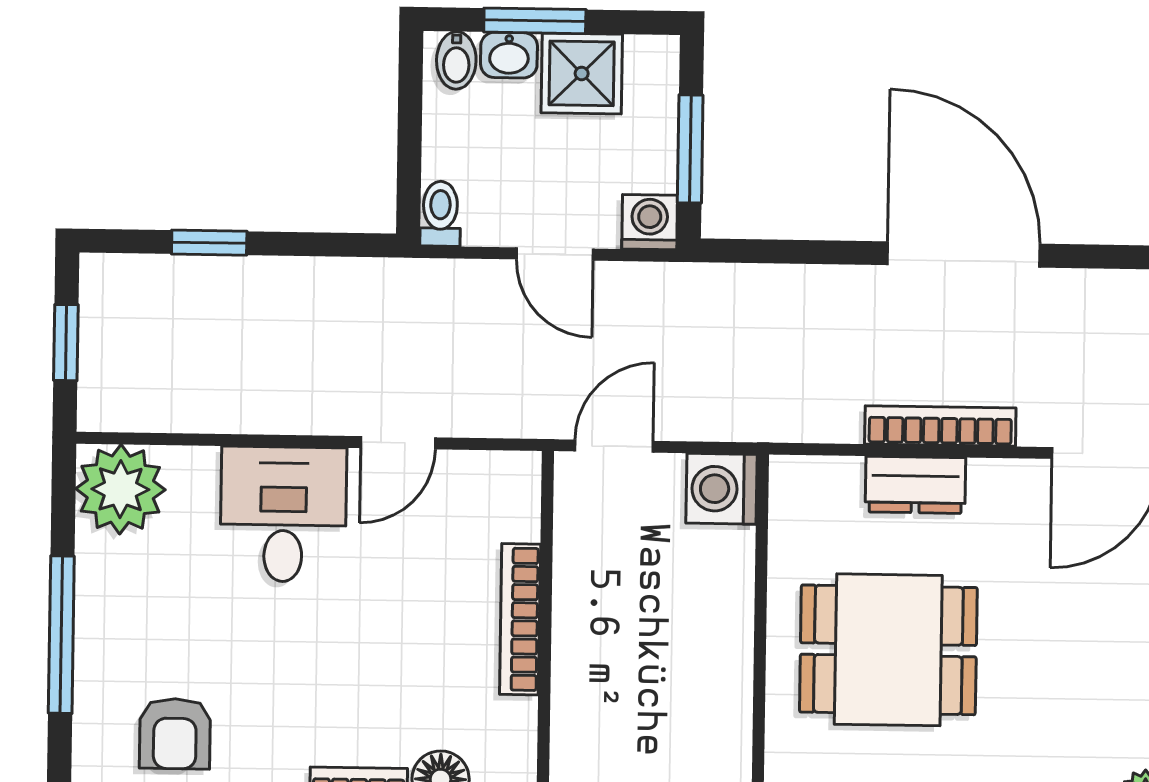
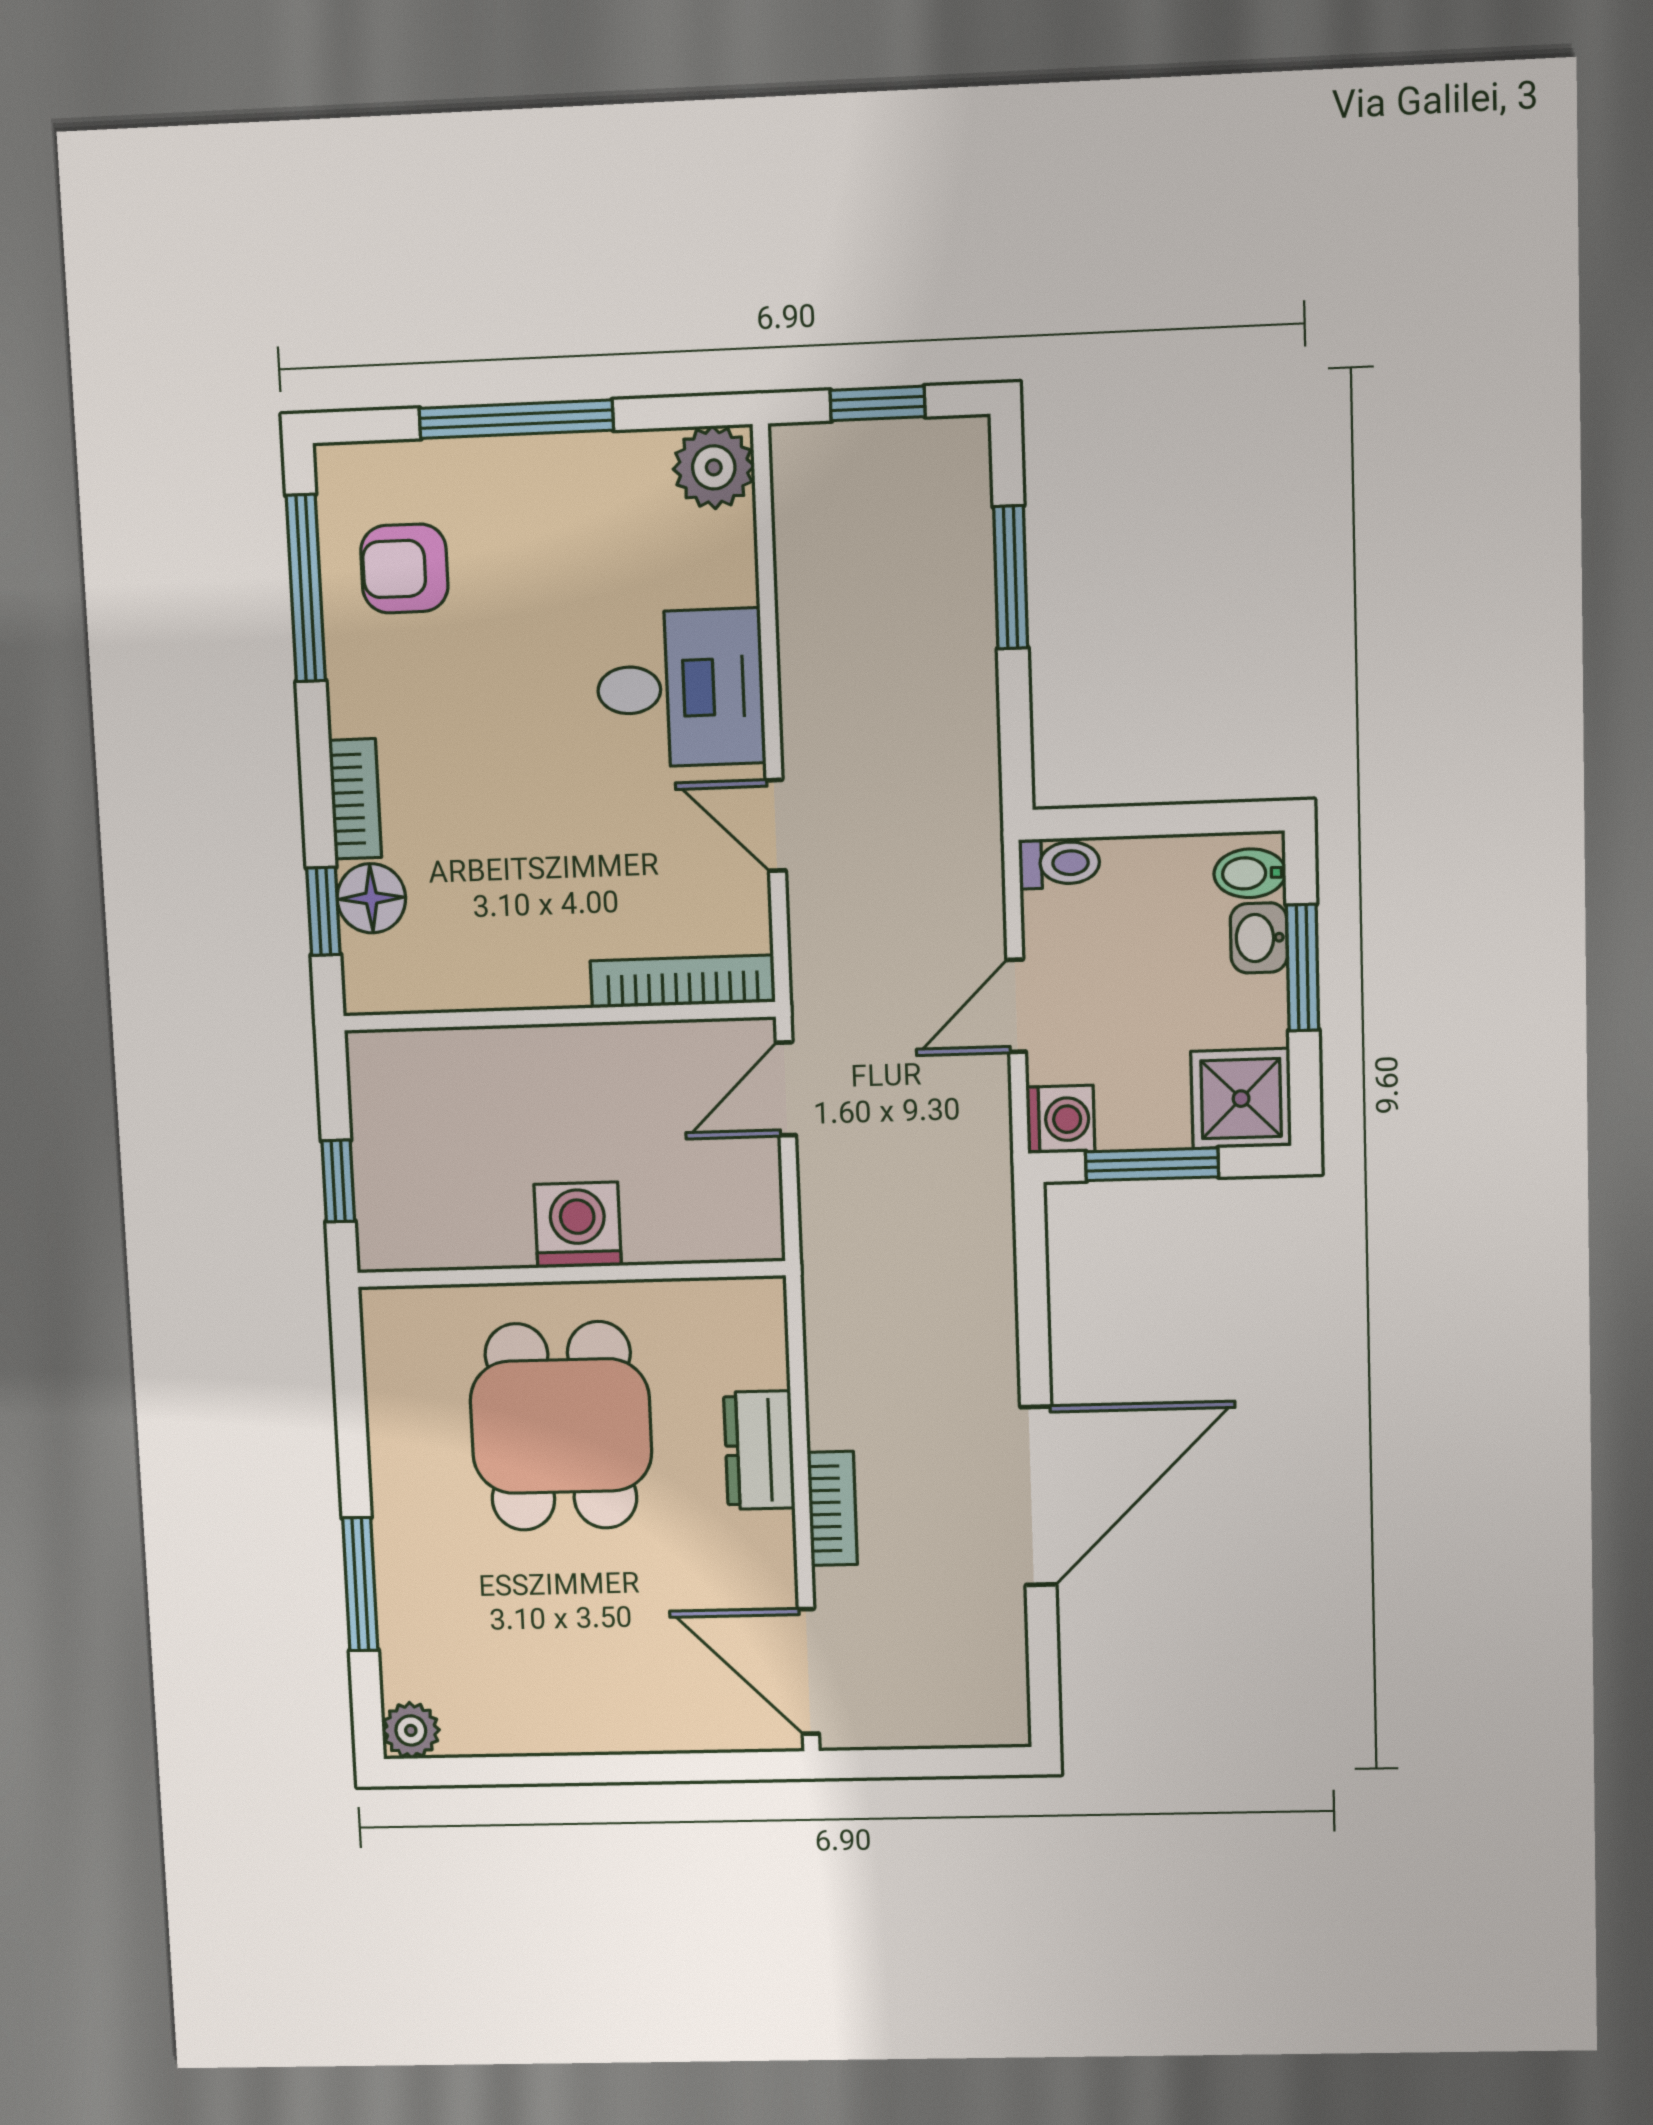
shower: (582, 73) -> (1241, 1099), moved
window: (209, 243) -> (1011, 577), width x1.50
bookcase: (940, 426) -> (832, 1508), width x0.64
door: (614, 446) -> (786, 1089), swing flipped
plant: (120, 489) -> (714, 467), width x0.73, depth x0.73
washing machine: (722, 489) -> (578, 1225), moved
bookcase: (520, 619) -> (683, 981), moved

